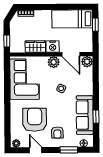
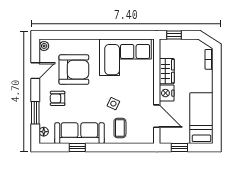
window: (95, 25) -> (179, 147), moved
door: (71, 54) -> (157, 116), swing flipped
plant: (54, 62) -> (147, 94), removed
plant: (87, 62) -> (147, 137), removed
coffee table: (80, 83) -> (120, 128), added

